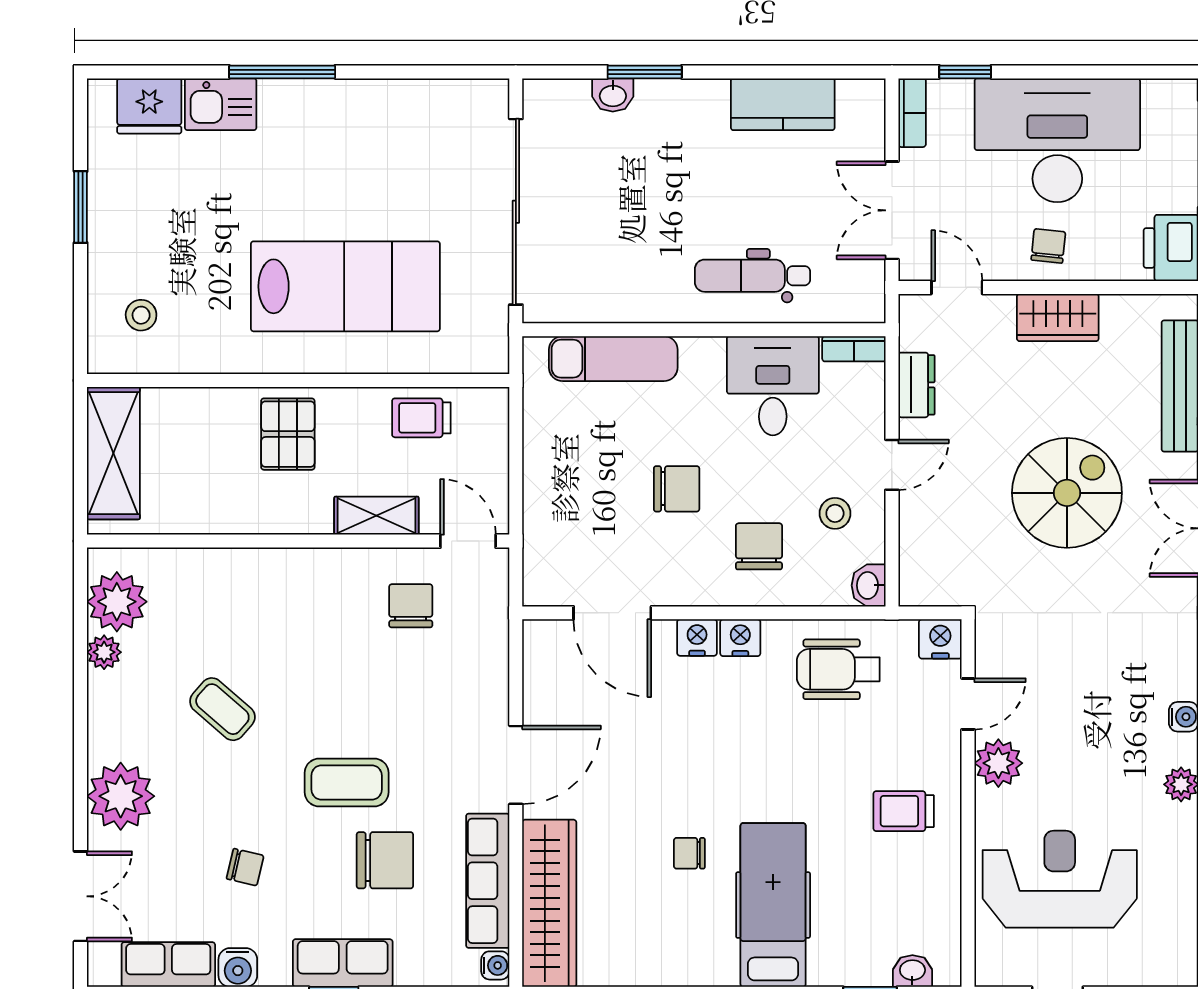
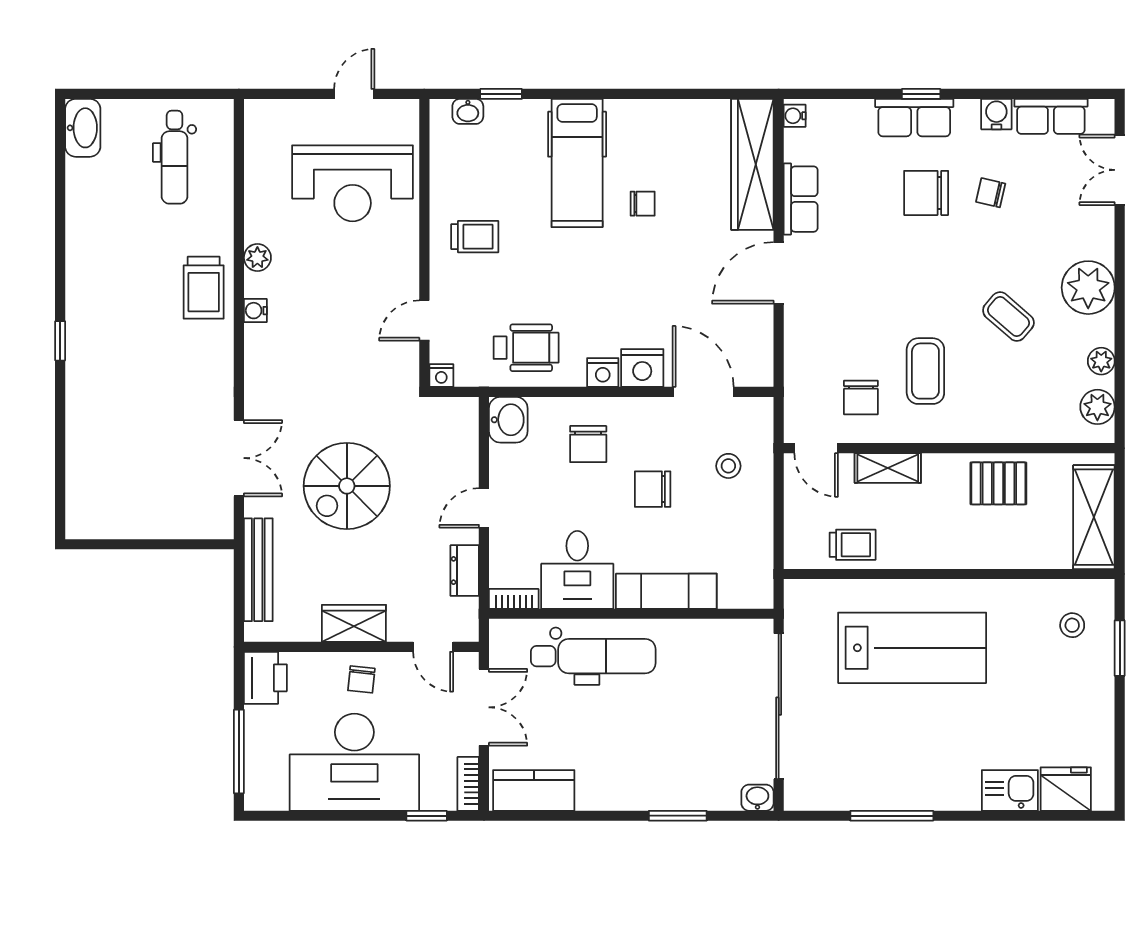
window: (282, 72) -> (892, 816), moved
washbasin: (613, 95) -> (757, 798), moved
kitchen counter: (783, 104) -> (534, 790), moved
window: (81, 207) -> (1120, 648), moved
dental chair: (753, 276) -> (593, 656), width x1.36, depth x1.38
lab bench: (345, 286) -> (912, 648), turned 180
exam couch: (613, 359) -> (666, 591), moved
pallet: (288, 434) -> (998, 483), moved, turned 90
stool: (835, 513) -> (728, 466), moved
washbasin: (869, 585) -> (508, 420), width x1.38, depth x1.45
plant: (117, 602) -> (1097, 407), width x0.73, depth x0.73
nightstand: (697, 637) -> (642, 368), width x1.36, depth x1.33
nightstand: (940, 639) -> (441, 376), width x0.72, depth x0.74
plant: (998, 763) -> (401, 274), removed
coffee table: (347, 782) -> (925, 371), moved, turned 90
plant: (121, 796) -> (1088, 288), moved
chair: (385, 860) -> (926, 193), moved
row of seats: (488, 881) -> (801, 199), width x0.68

